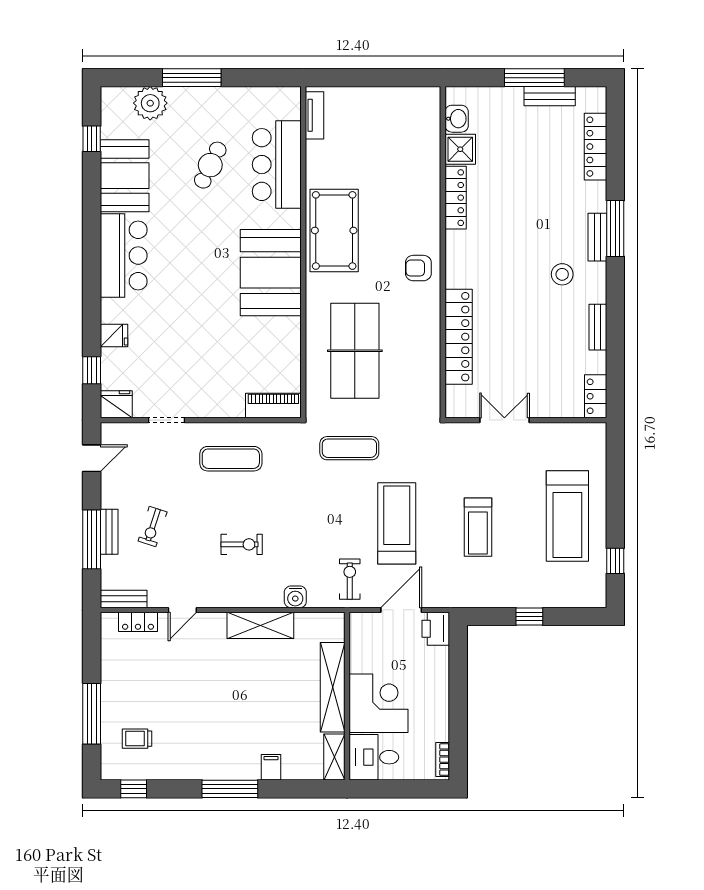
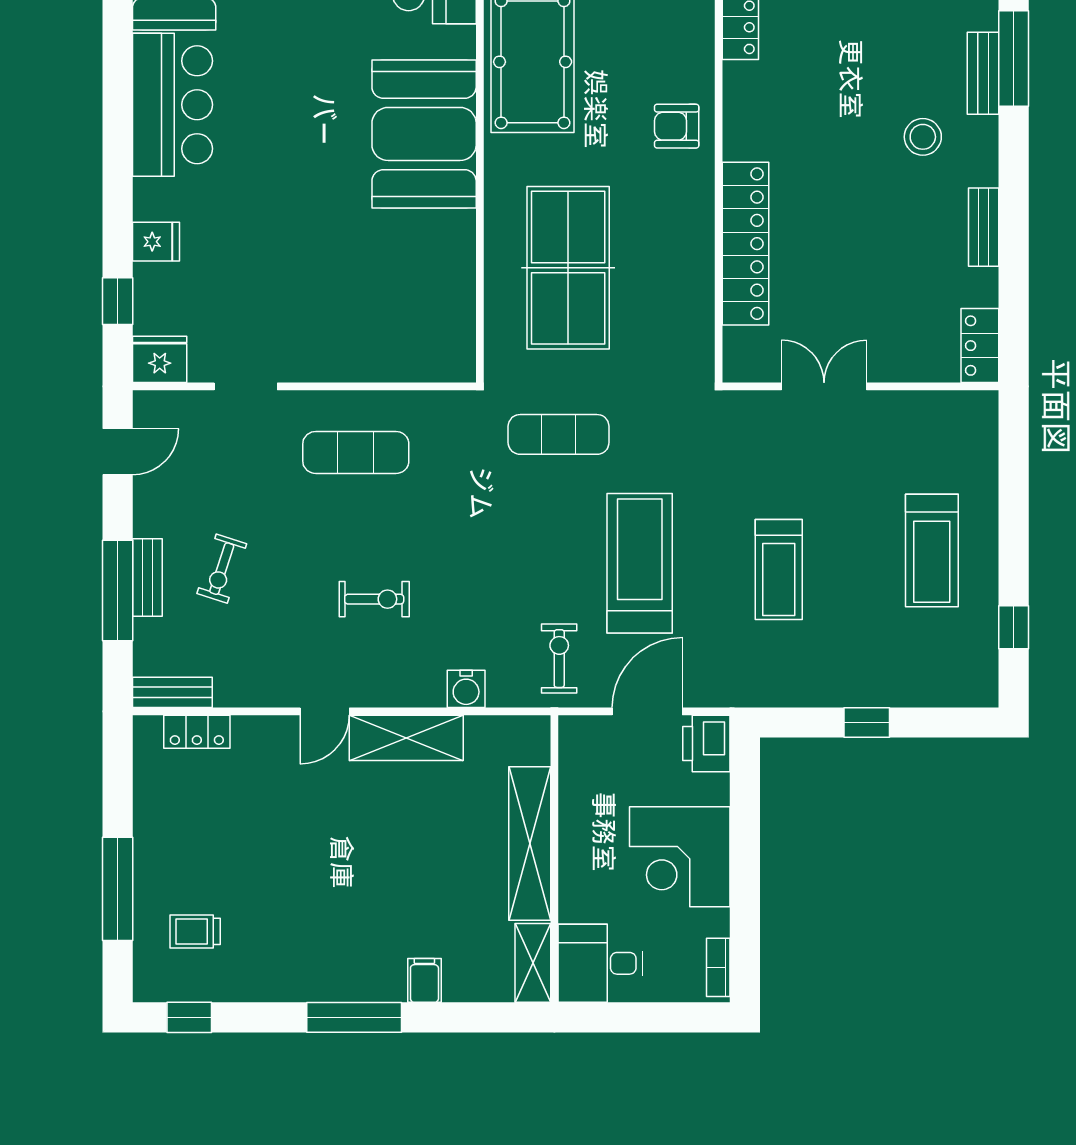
piano: (273, 406) -> (429, 361), removed
treadmill: (567, 516) -> (932, 550), width x0.73, depth x0.73
door: (182, 610) -> (325, 711), moved
corner desk: (378, 703) -> (680, 857), moved, turned 180

